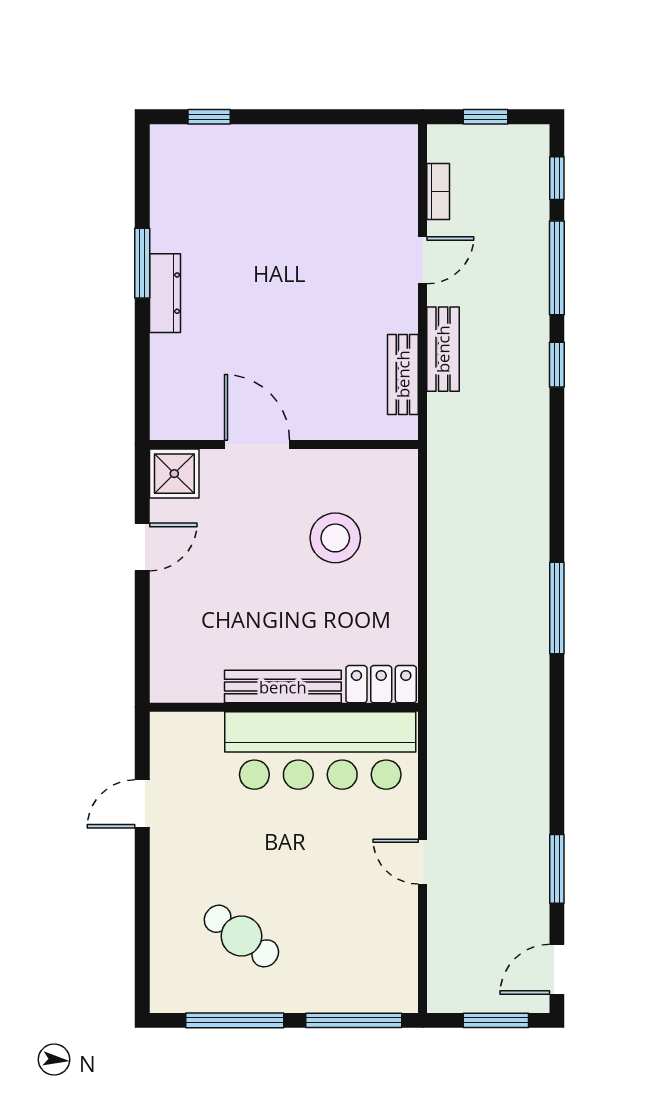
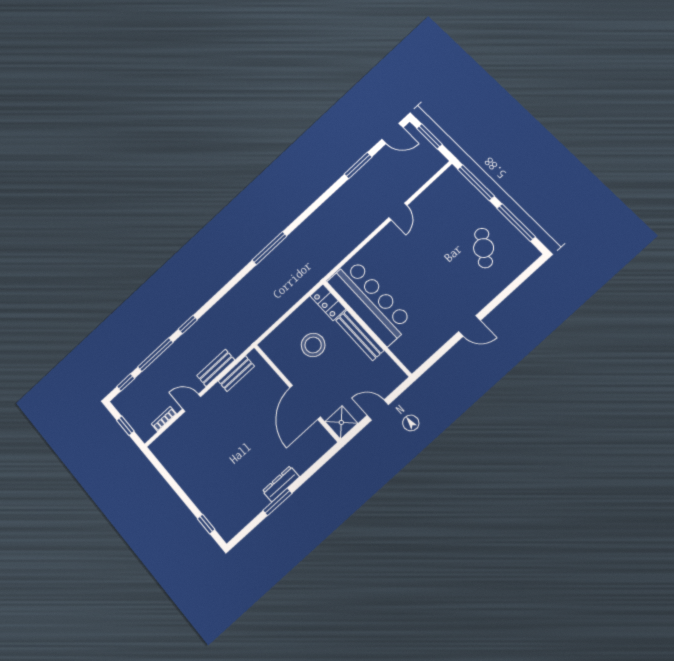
door: (257, 444) -> (305, 402), width x1.36
locker: (381, 684) -> (328, 302), moved
bench: (283, 687) -> (360, 335), moved
wall: (284, 707) -> (367, 328), moved
bar counter: (320, 751) -> (370, 302), moved

